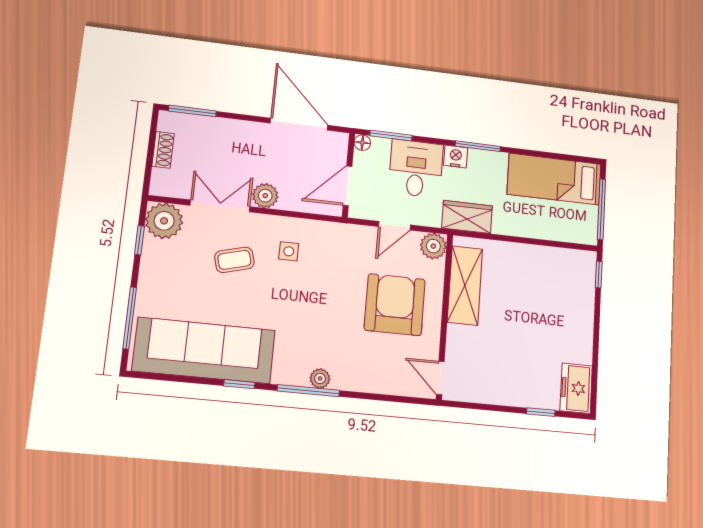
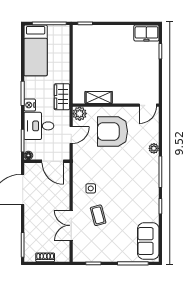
plant: (265, 196) -> (63, 203), removed
plant: (164, 221) -> (82, 252), removed
door: (394, 226) -> (71, 135), hinge flipped
shelving: (465, 285) -> (99, 97), width x0.67, depth x0.75
sofa: (204, 351) -> (148, 241), width x0.54, depth x0.79
plant: (320, 378) -> (154, 148), moved

